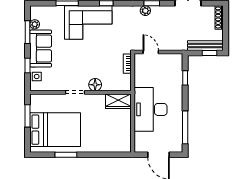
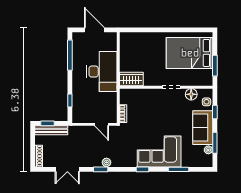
floor lamp: (95, 85) -> (191, 94), moved
window: (66, 155) -> (180, 30), removed

